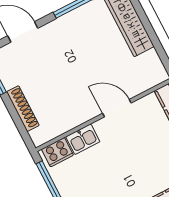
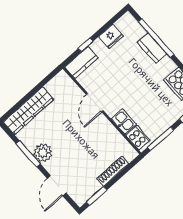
plant: (70, 25) -> (43, 153), added

